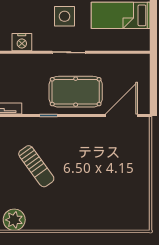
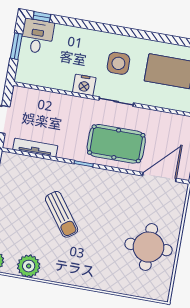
nightstand: (22, 42) -> (84, 85), moved
round table: (123, 182) -> (148, 247), added

